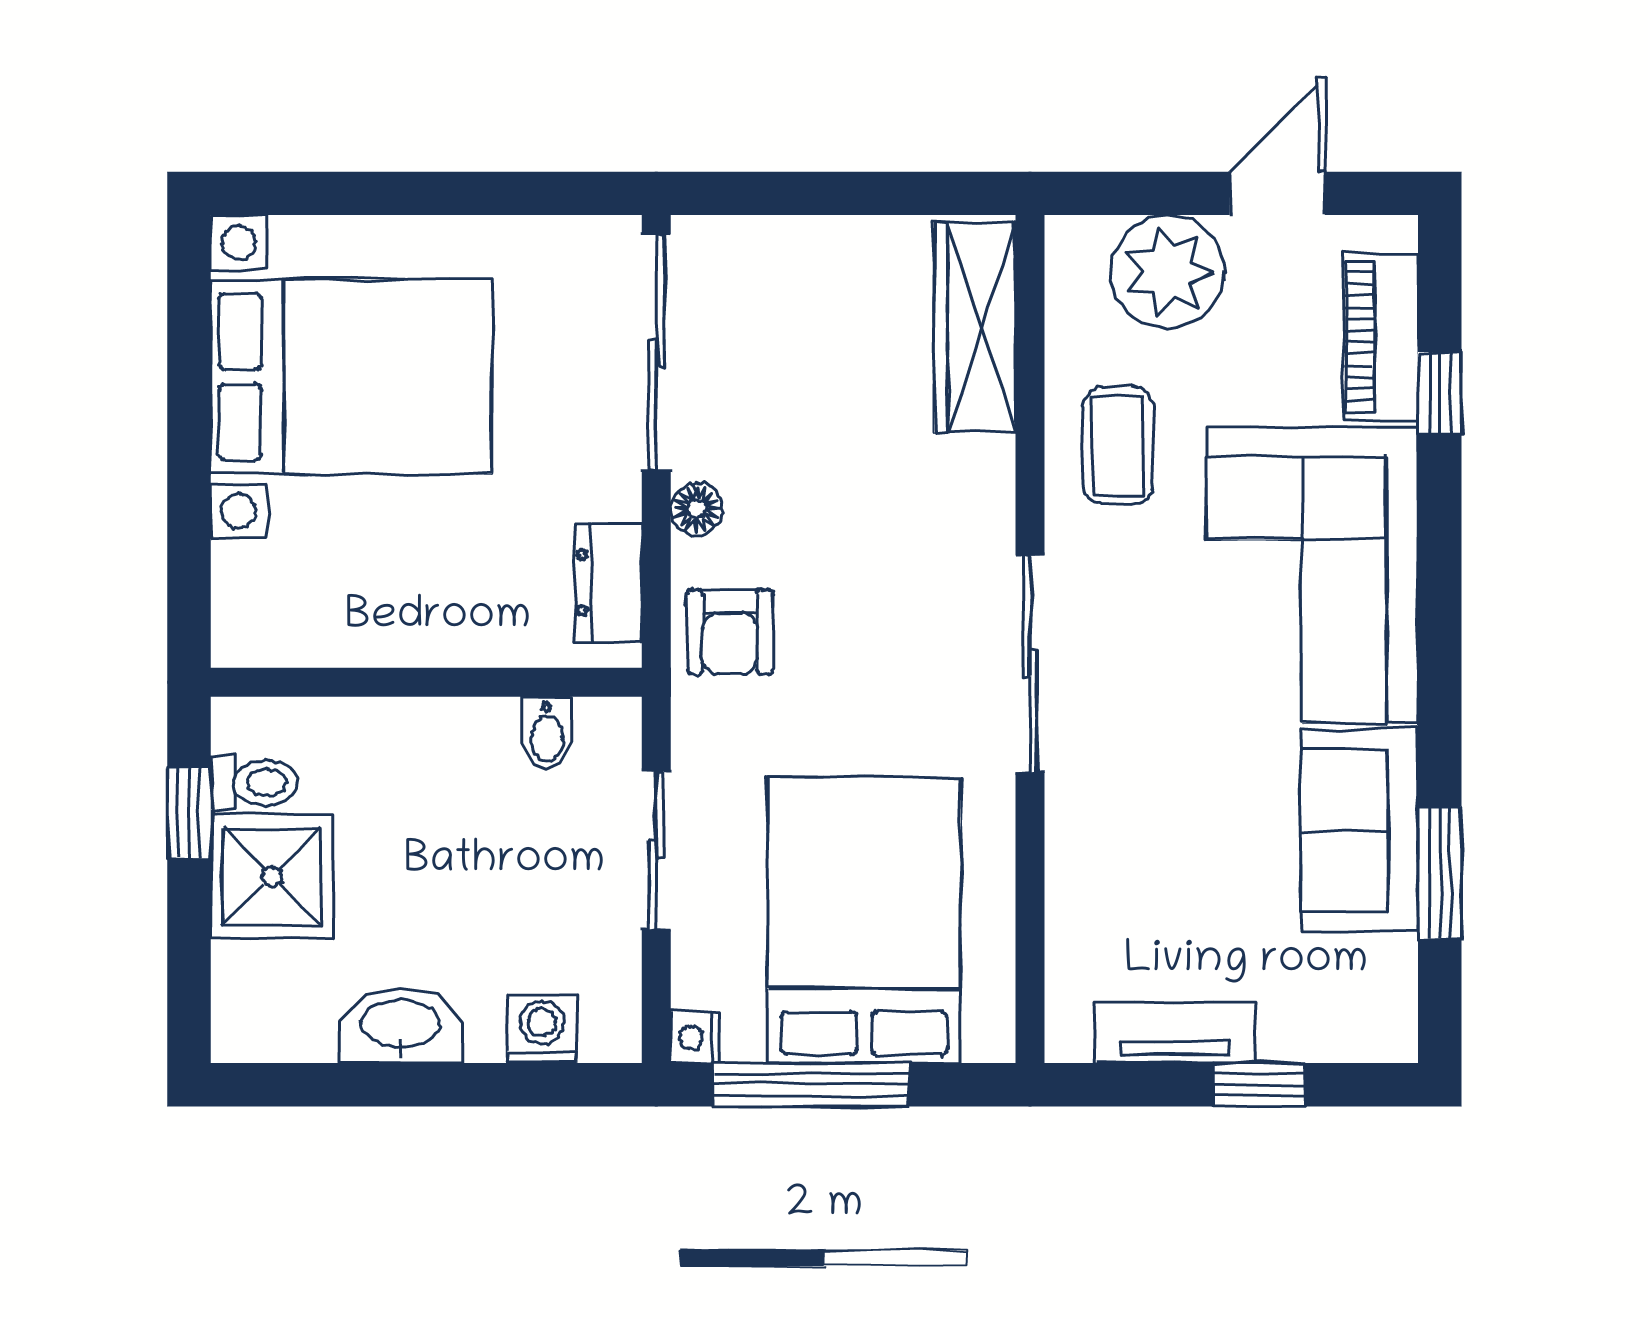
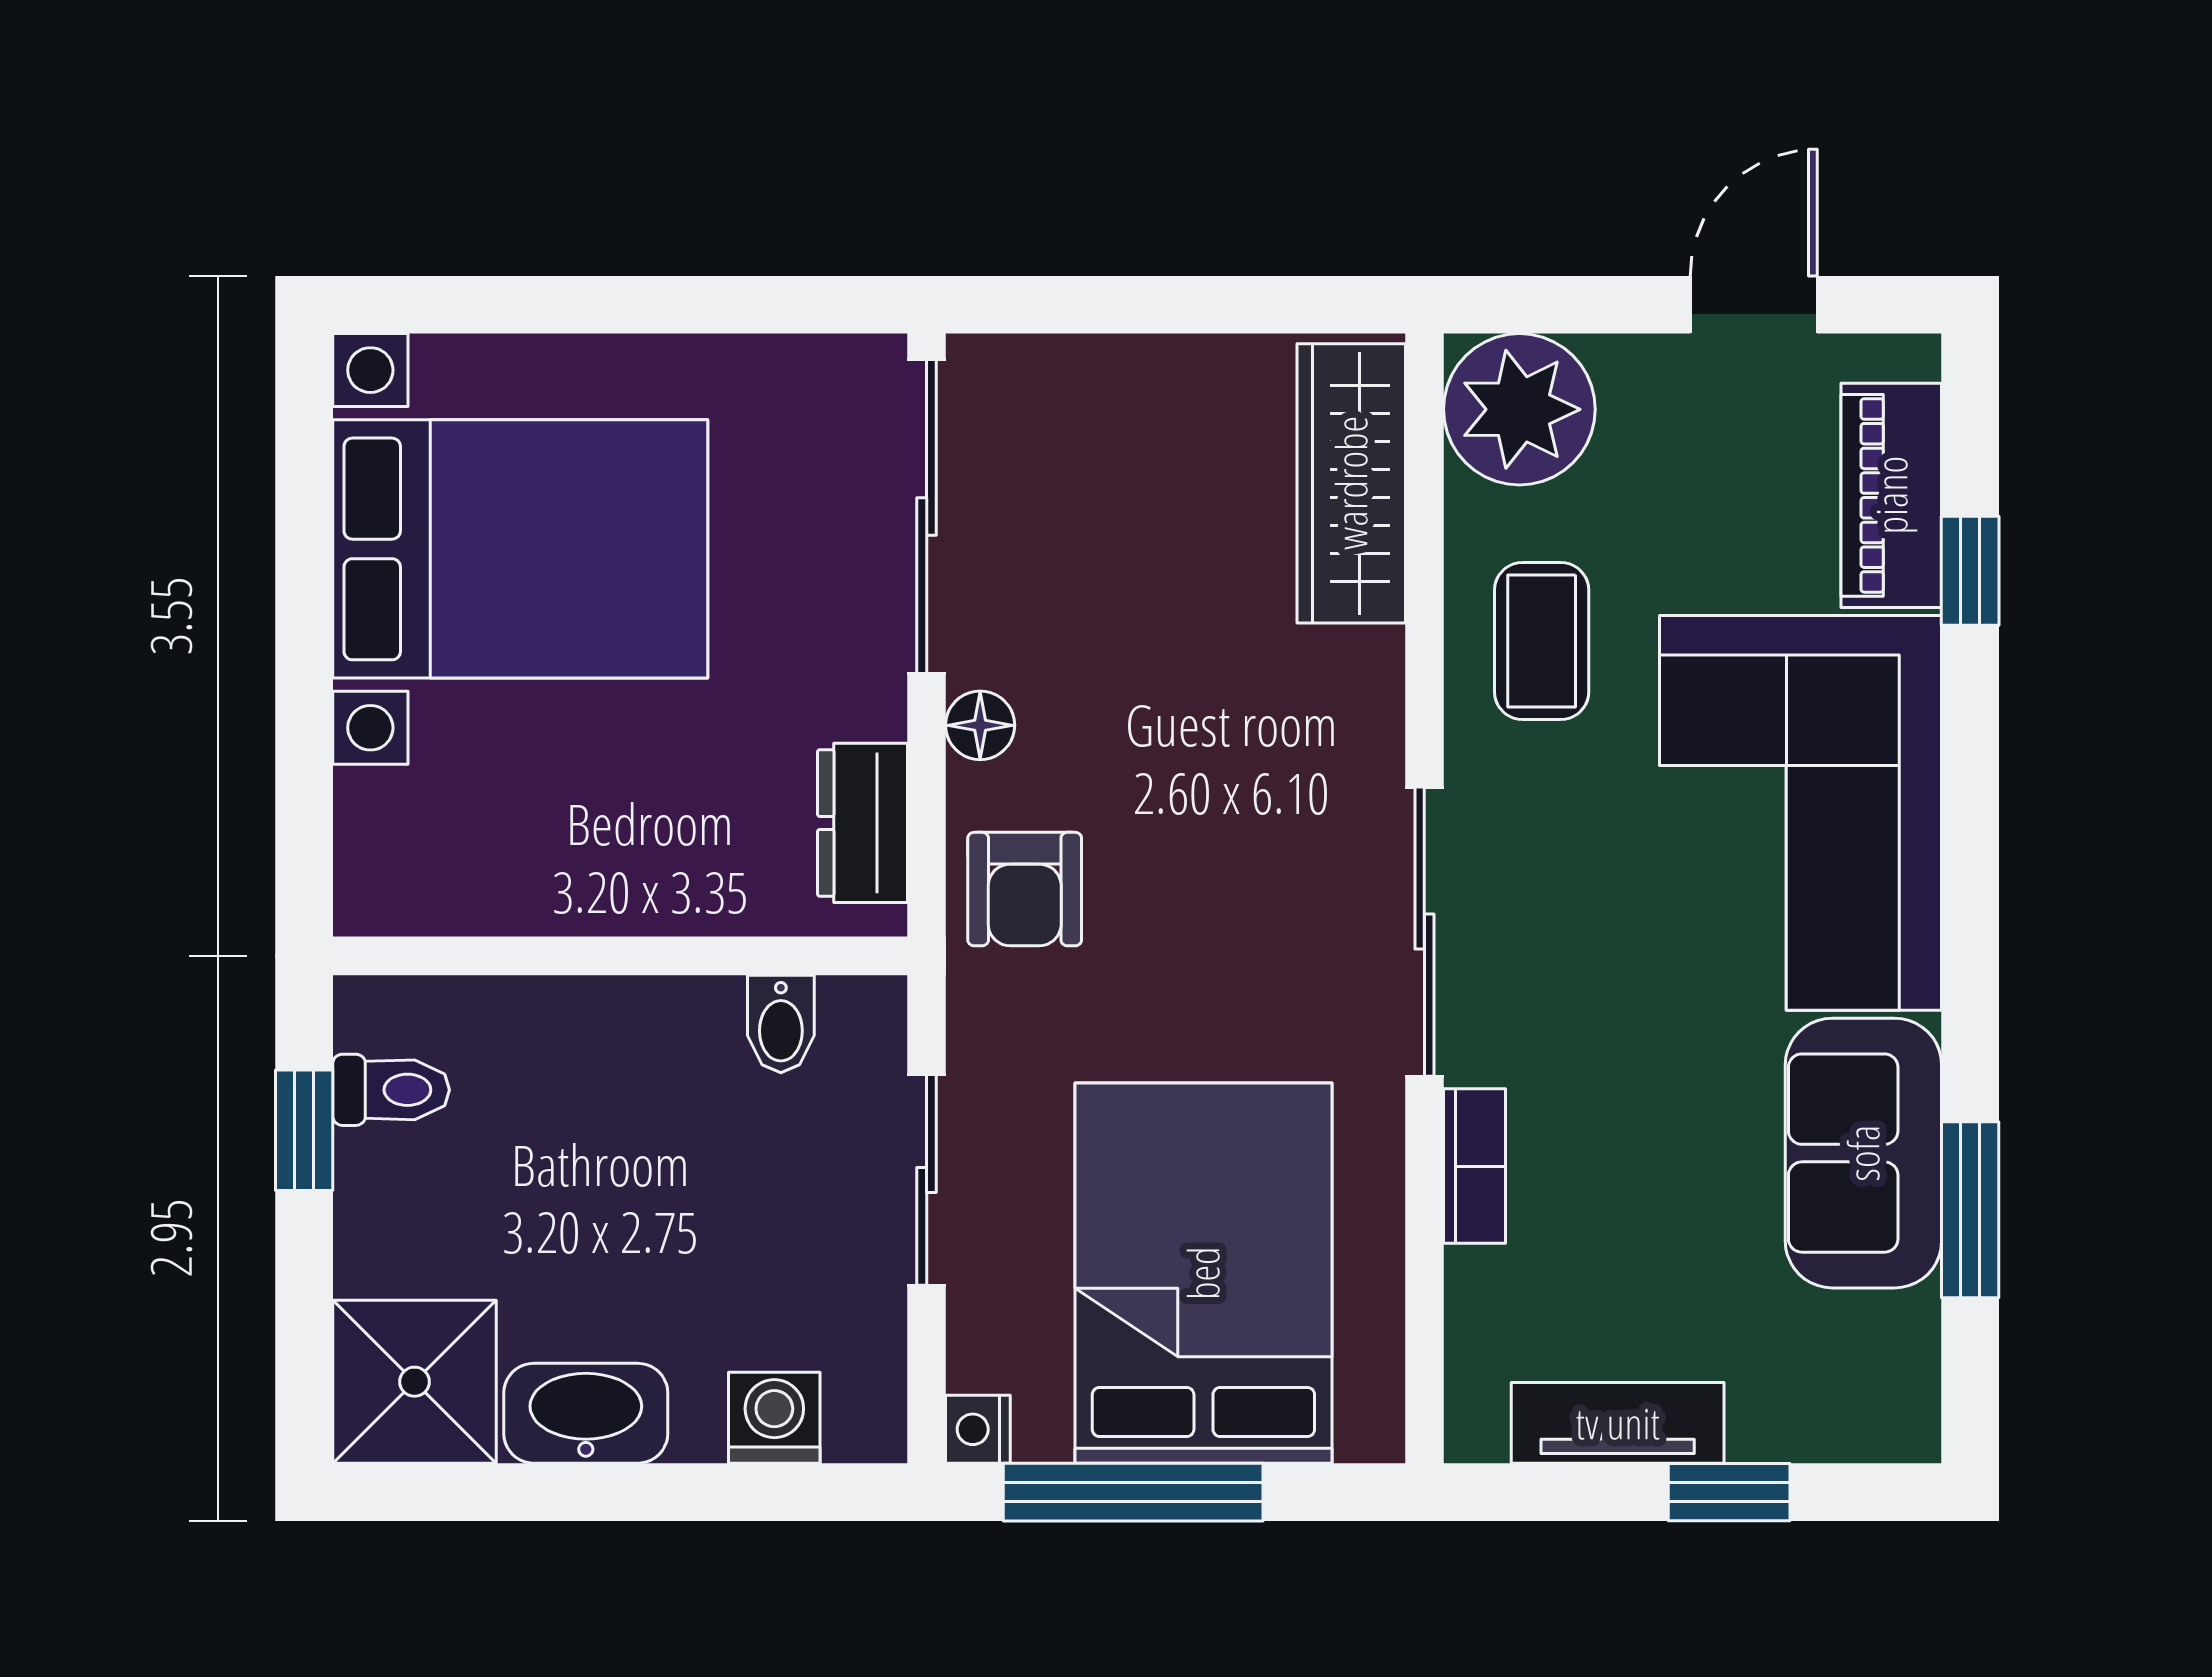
plant: (1168, 272) -> (1519, 409), moved
bookcase: (1068, 840) -> (1475, 1166), added
shower: (272, 877) -> (415, 1382), moved

